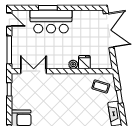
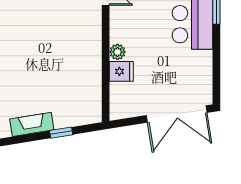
coffee table: (101, 86) -> (79, 100), removed

